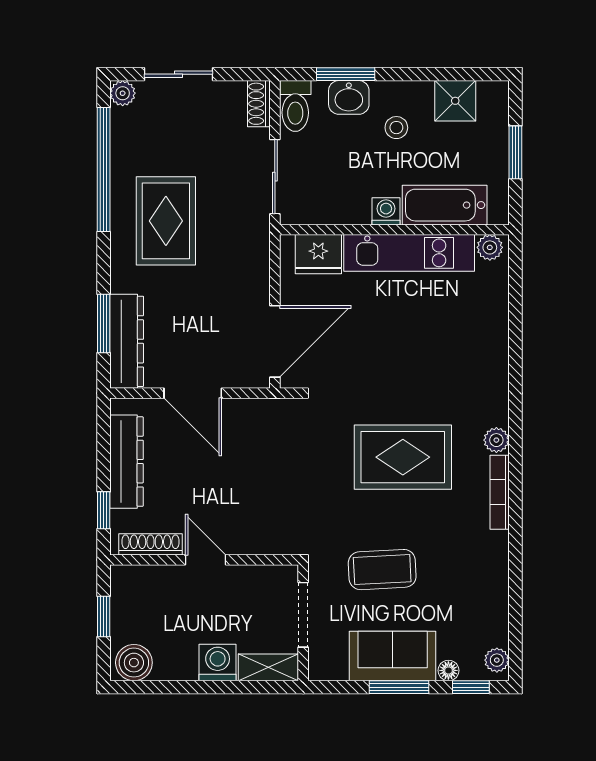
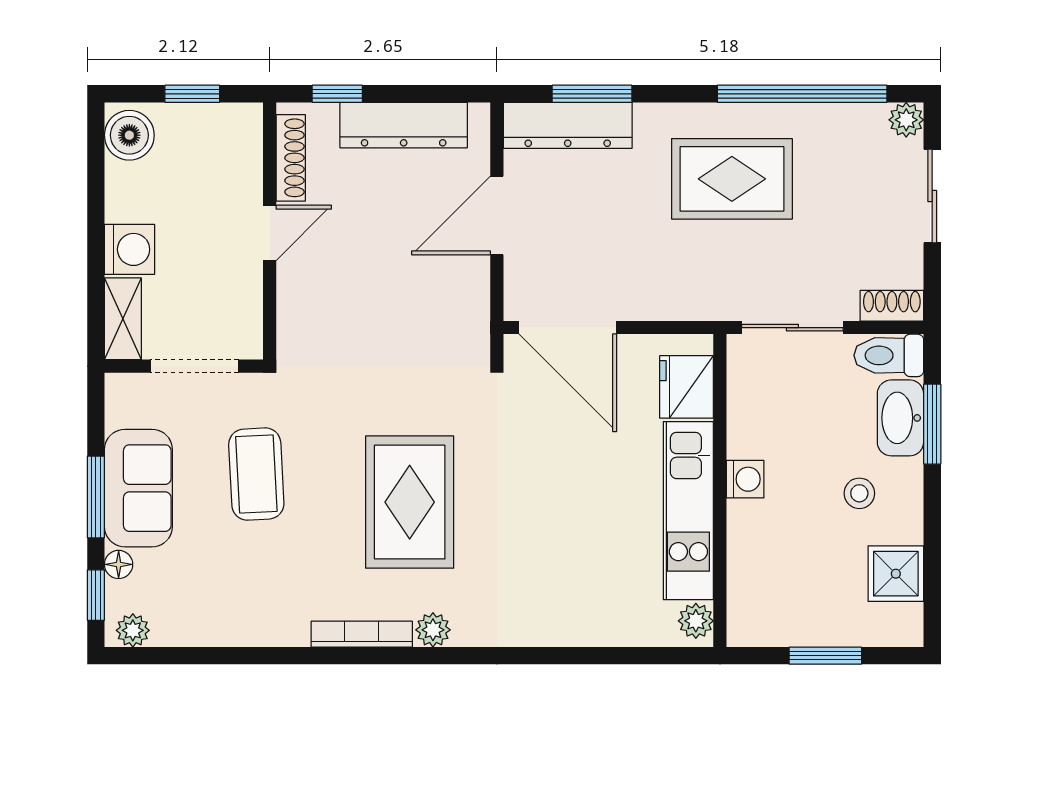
washbasin: (349, 97) -> (900, 418), width x1.38
bathtub: (445, 205) -> (754, 559), removed

